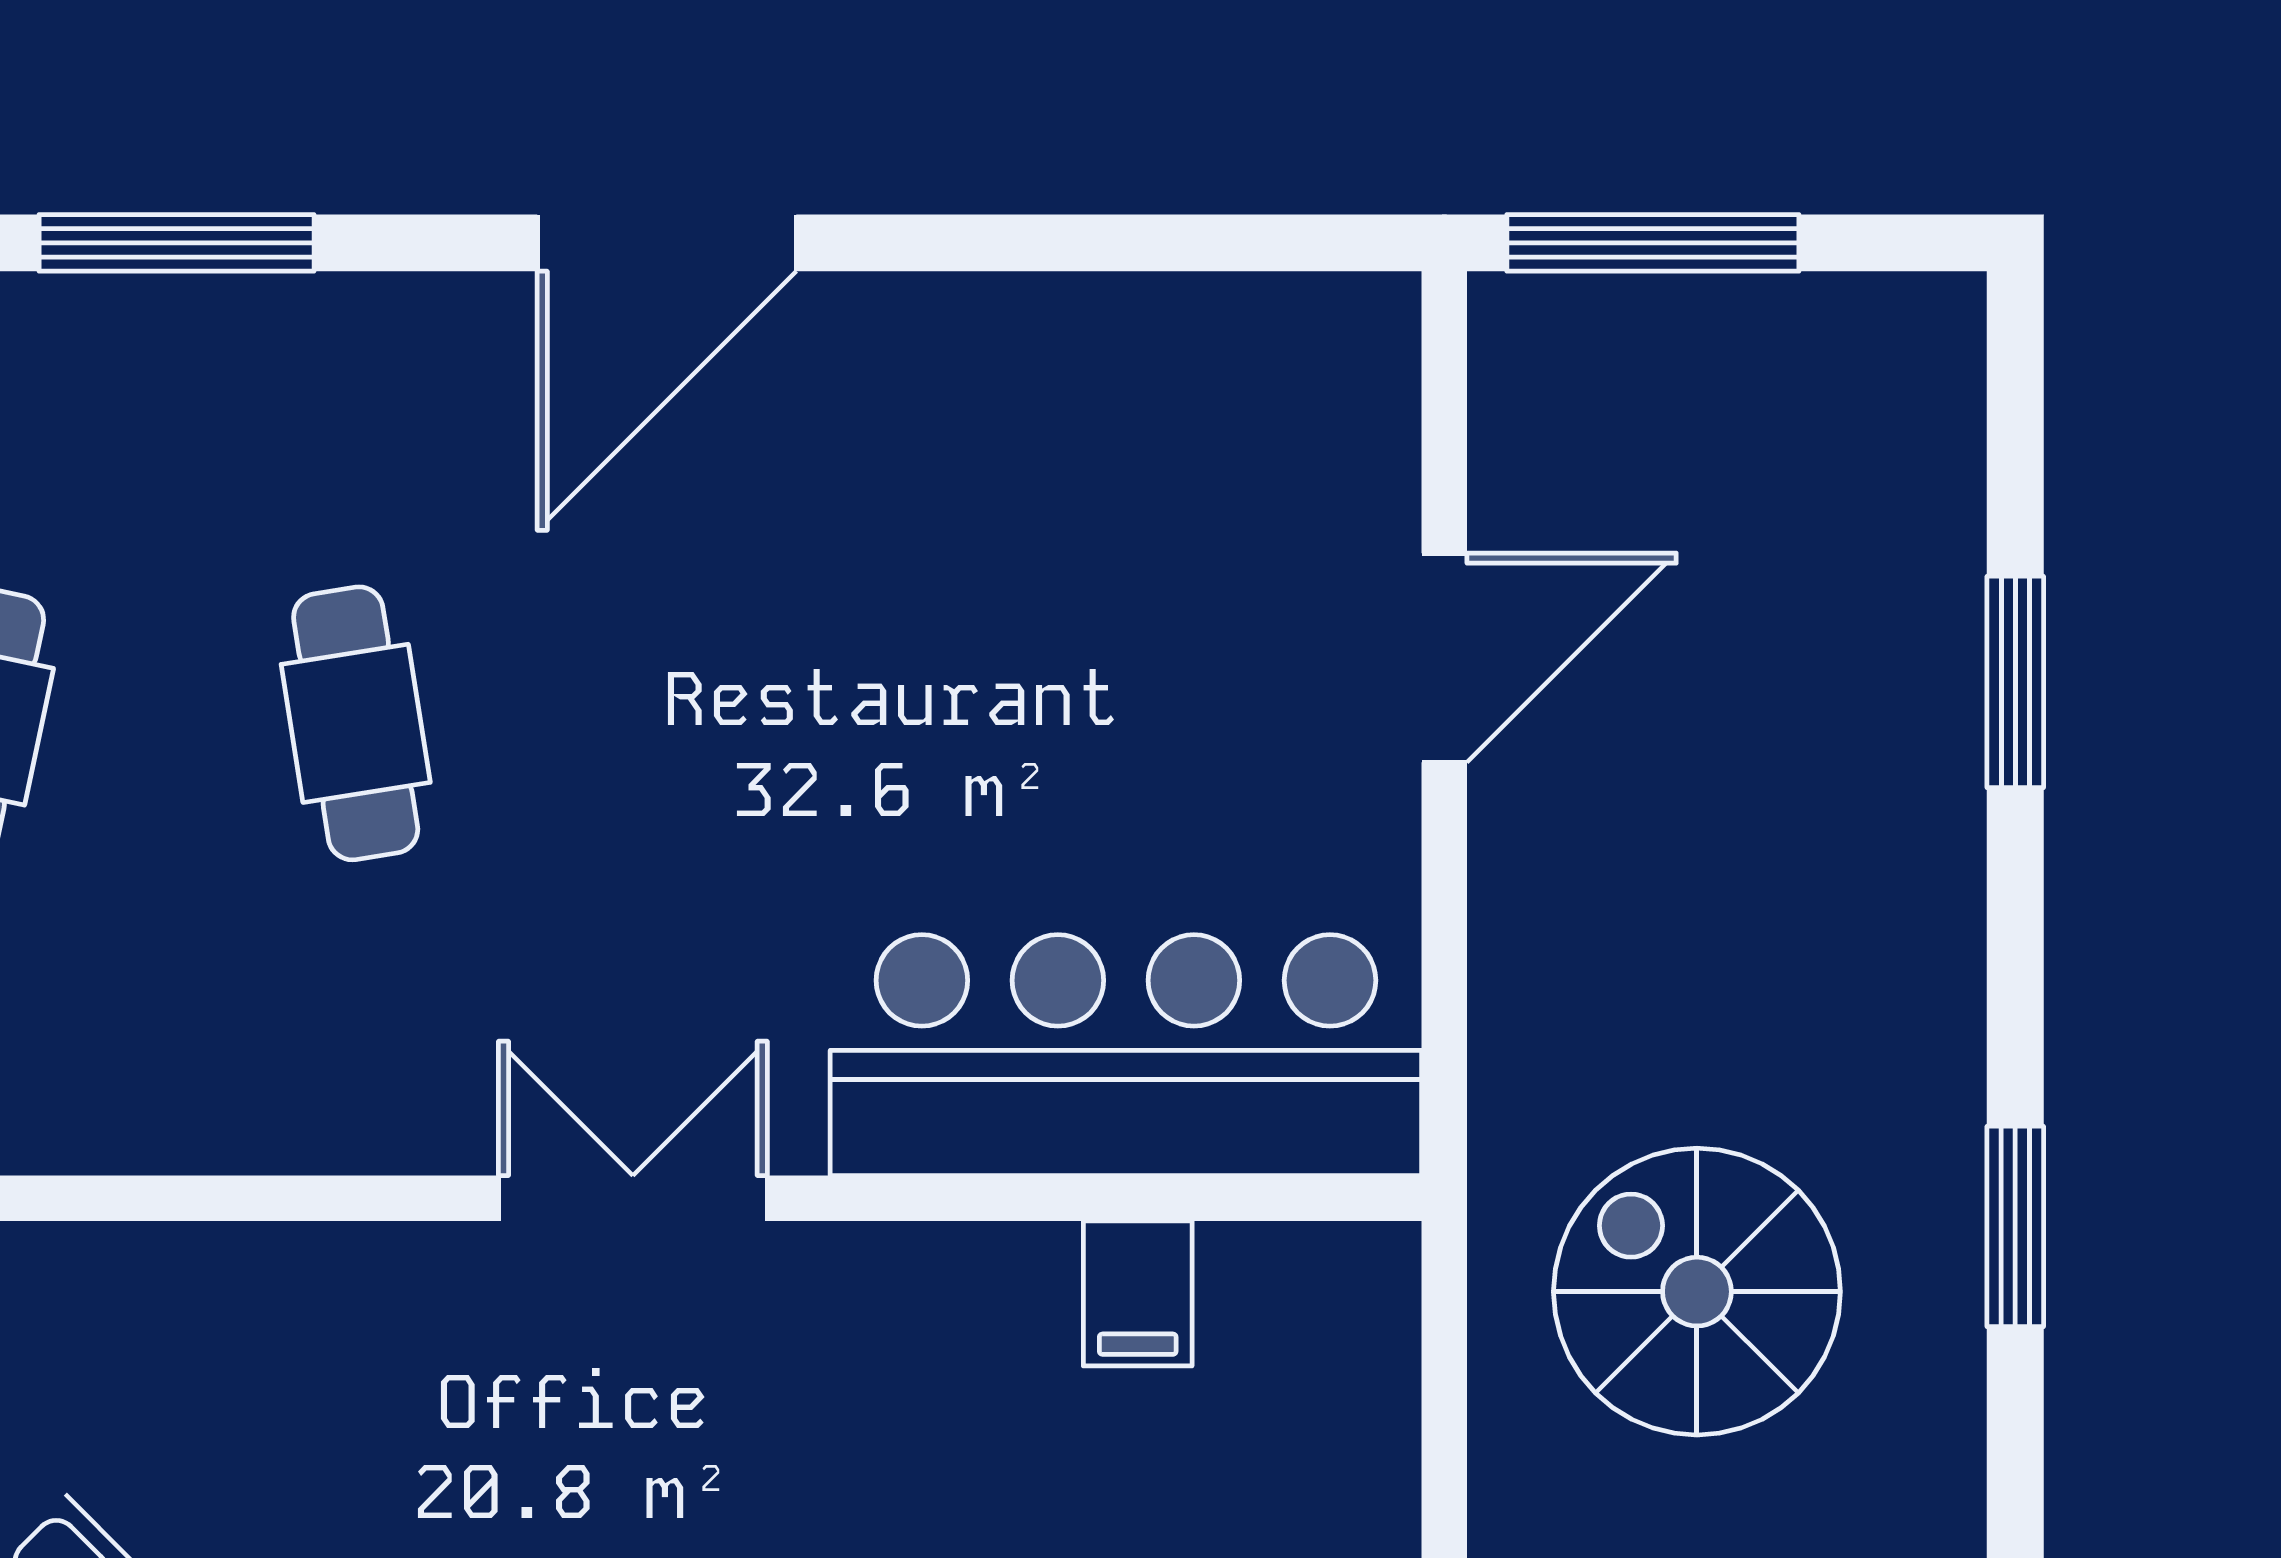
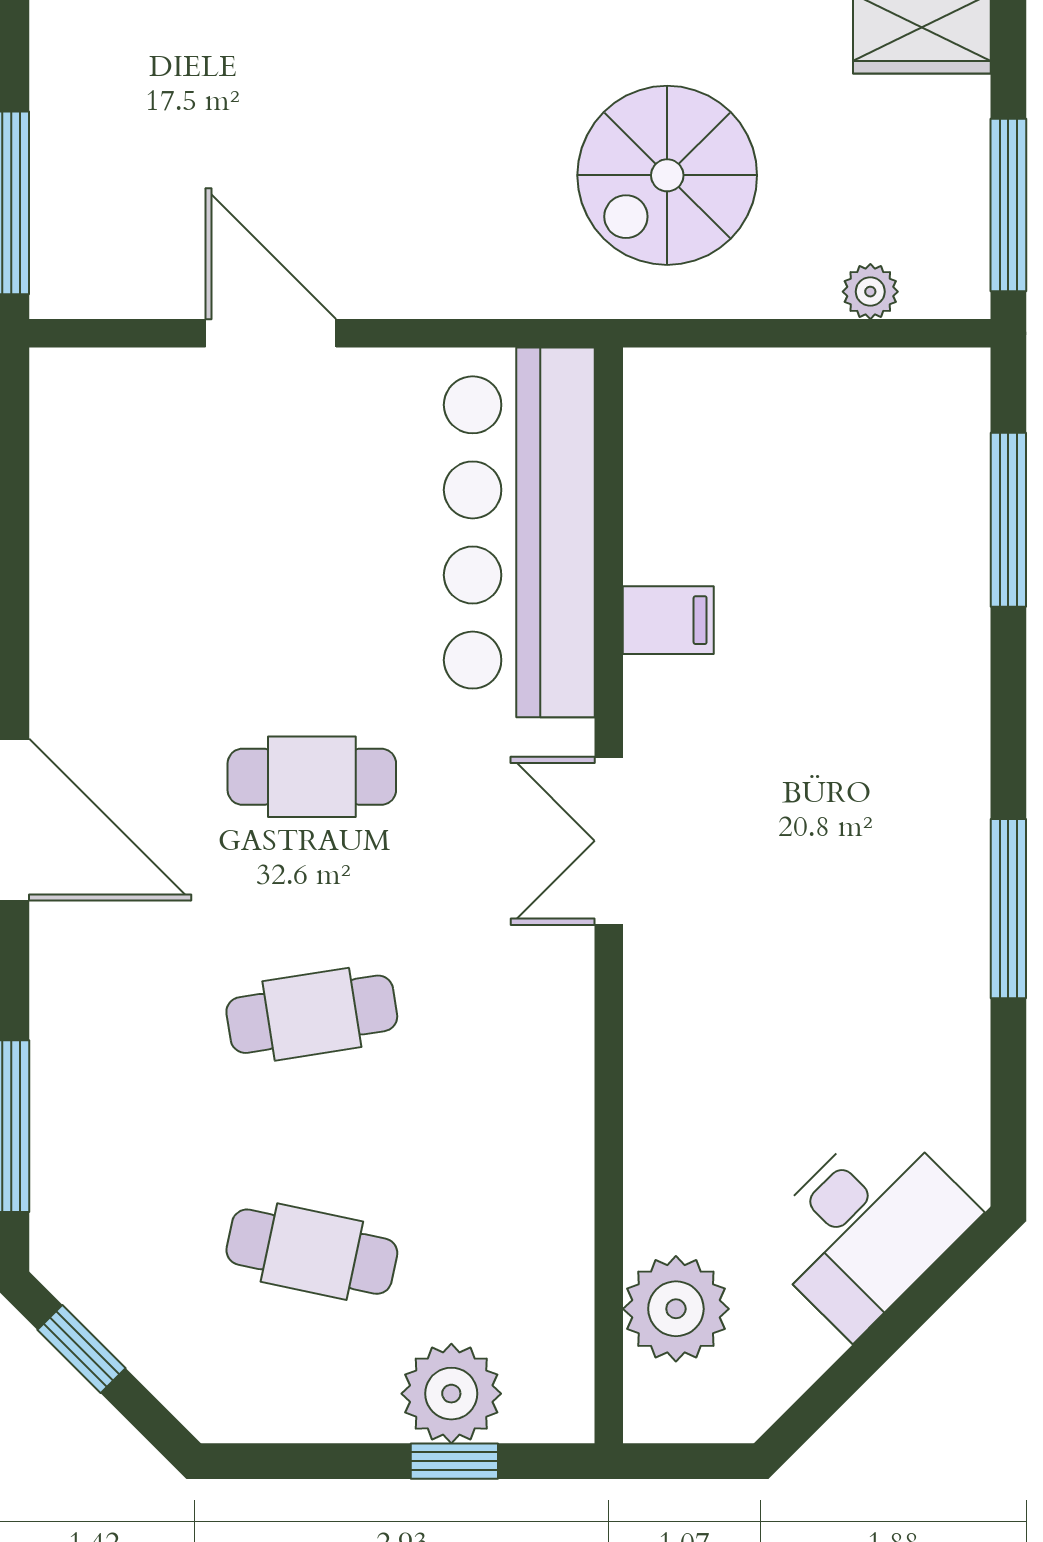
cafe table: (735, 723) -> (312, 777), added
filing cabinet: (1138, 1293) -> (668, 620), moved

